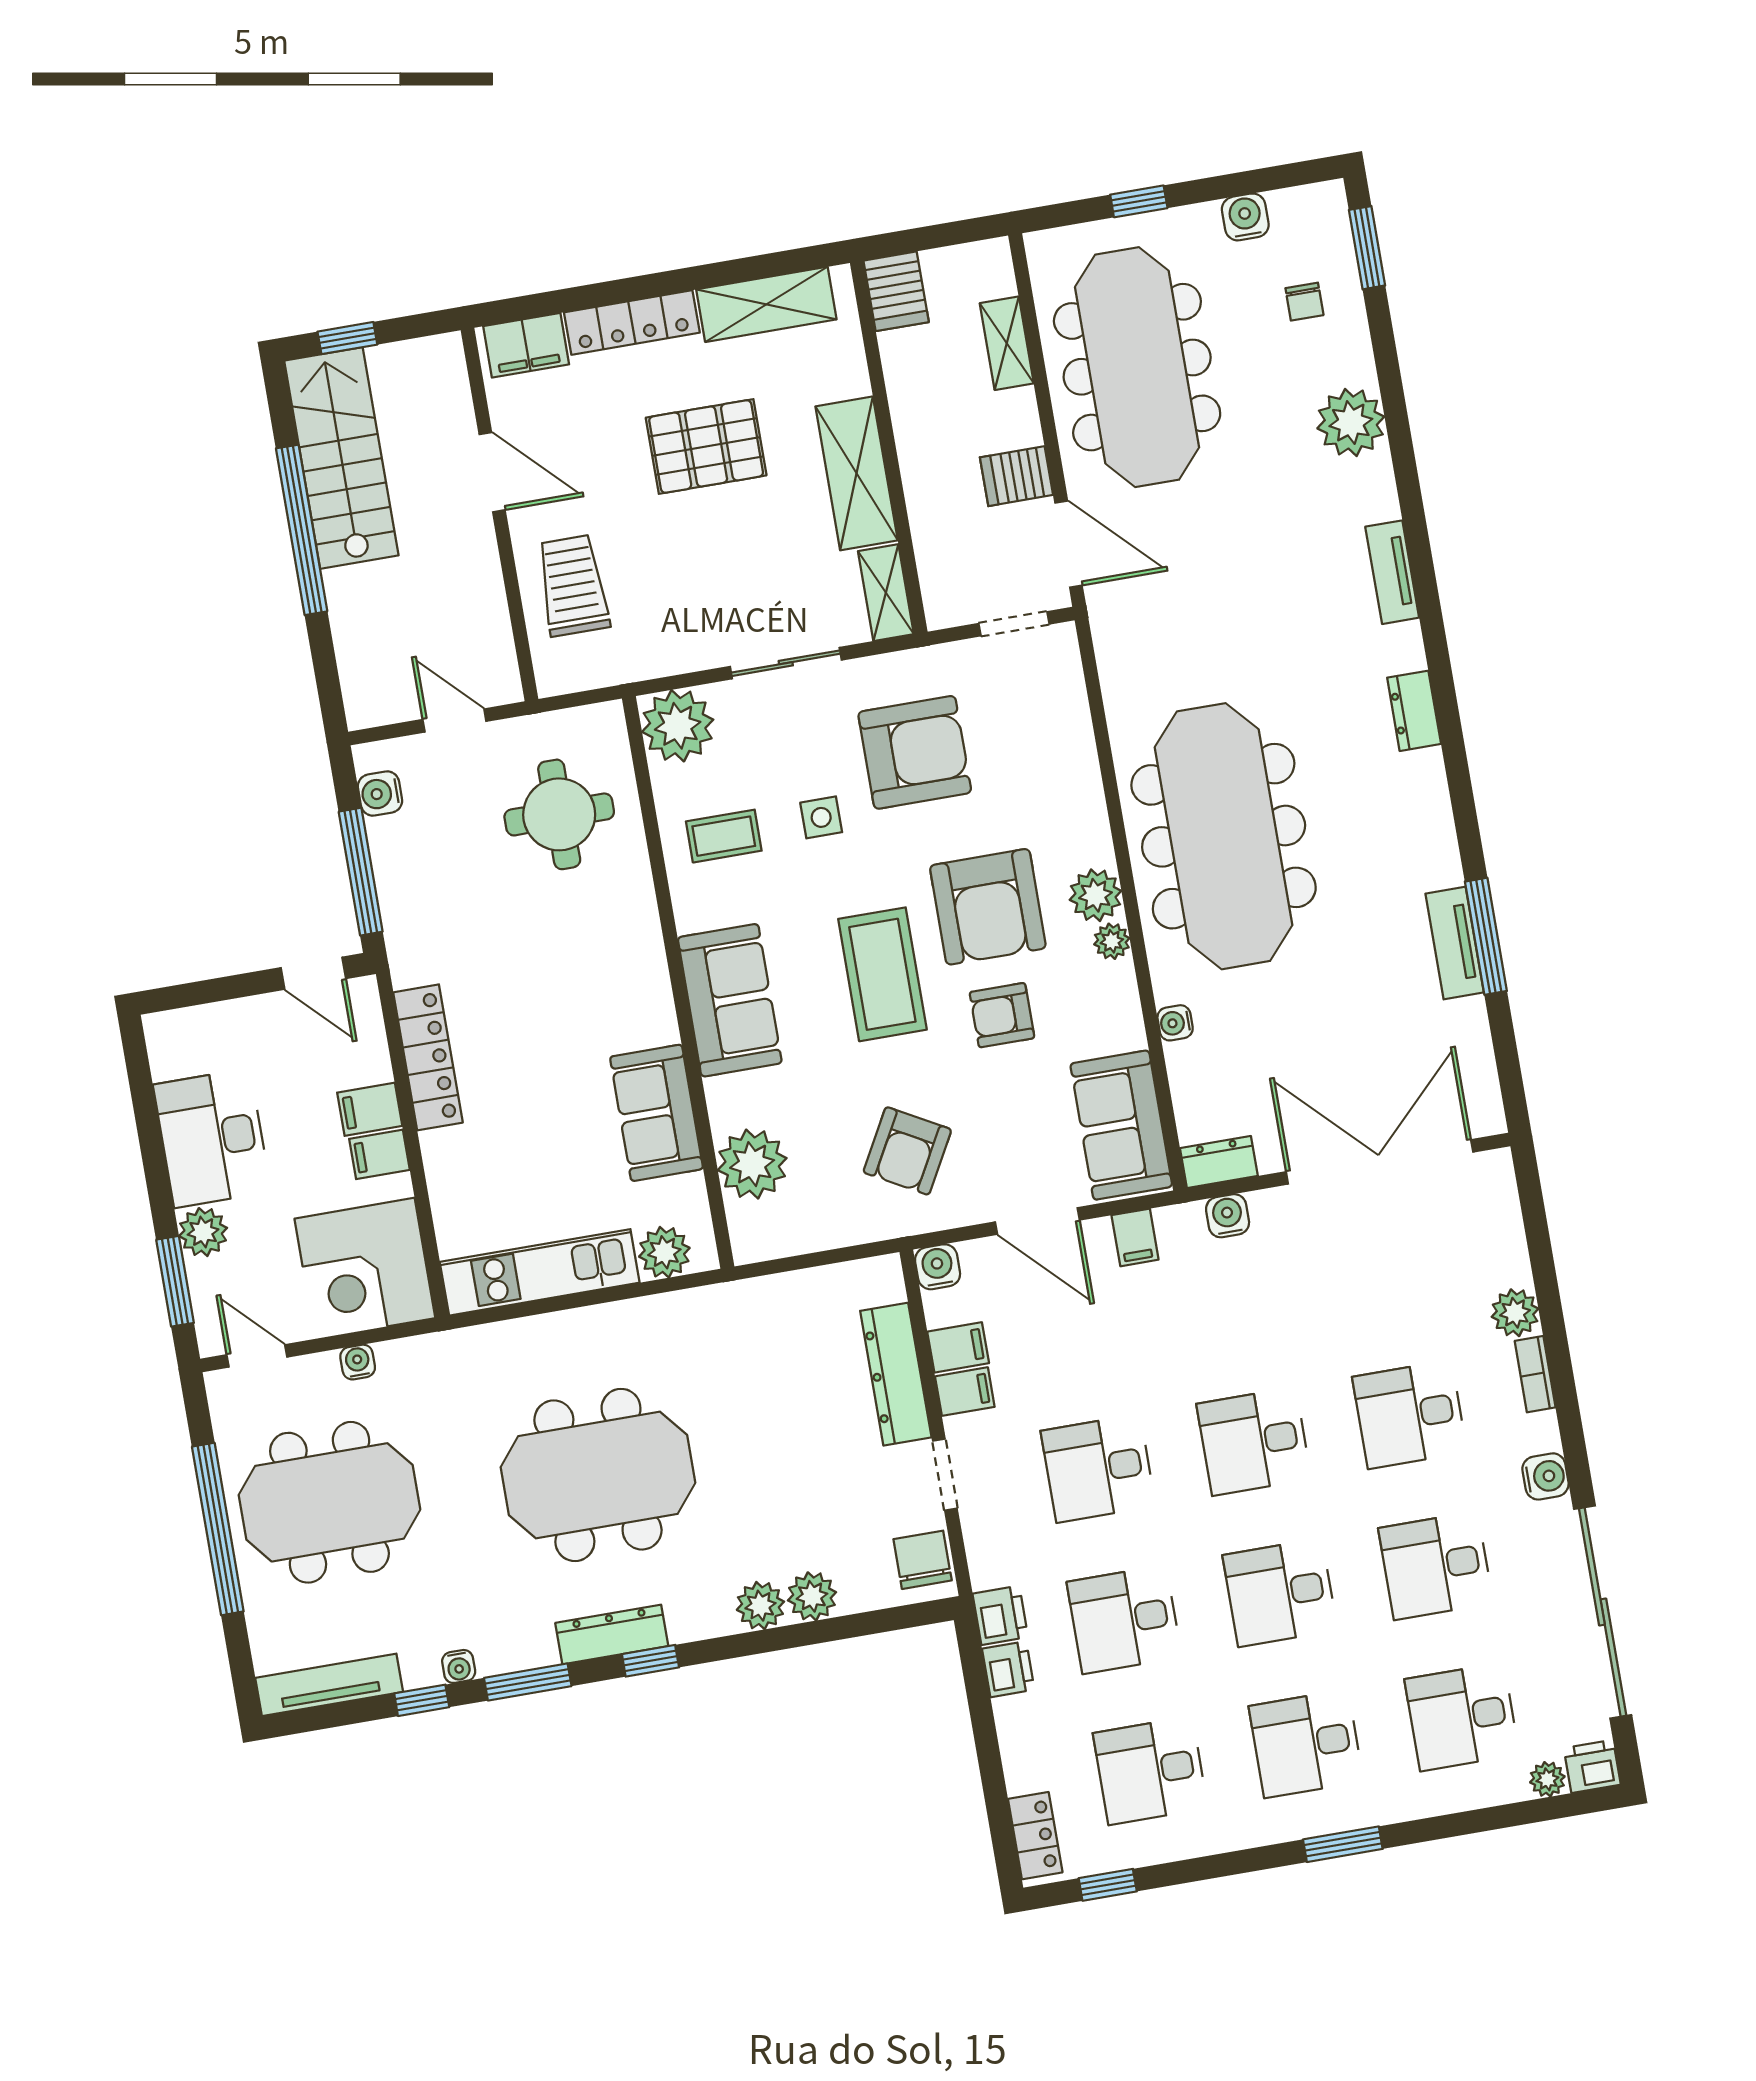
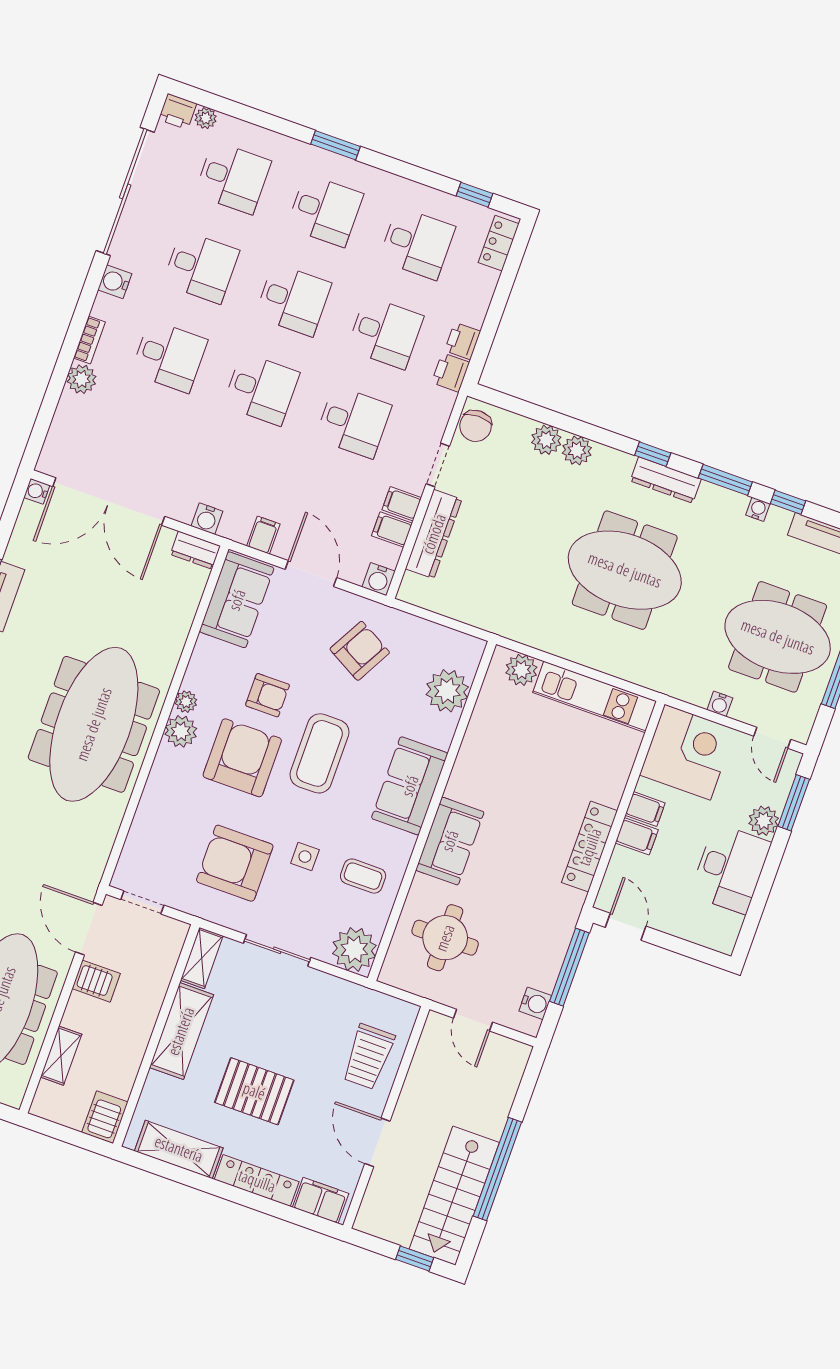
water cooler: (1175, 1023) -> (37, 491), moved, turned 180
sofa: (657, 1113) -> (450, 841), moved

